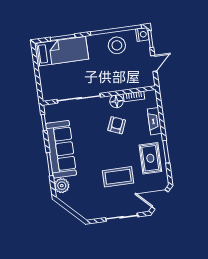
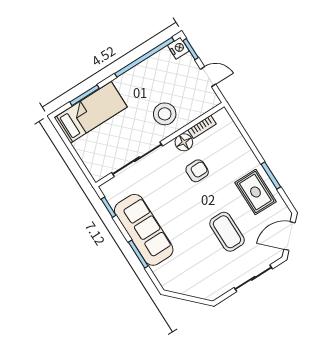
stool: (117, 45) -> (165, 114), moved
door: (154, 63) -> (208, 77), hinge flipped
fireplace: (155, 121) -> (240, 145), removed
armchair: (117, 125) -> (197, 171), turned 68
coffee table: (118, 177) -> (227, 232), turned 90
plant: (62, 186) -> (164, 273), removed

